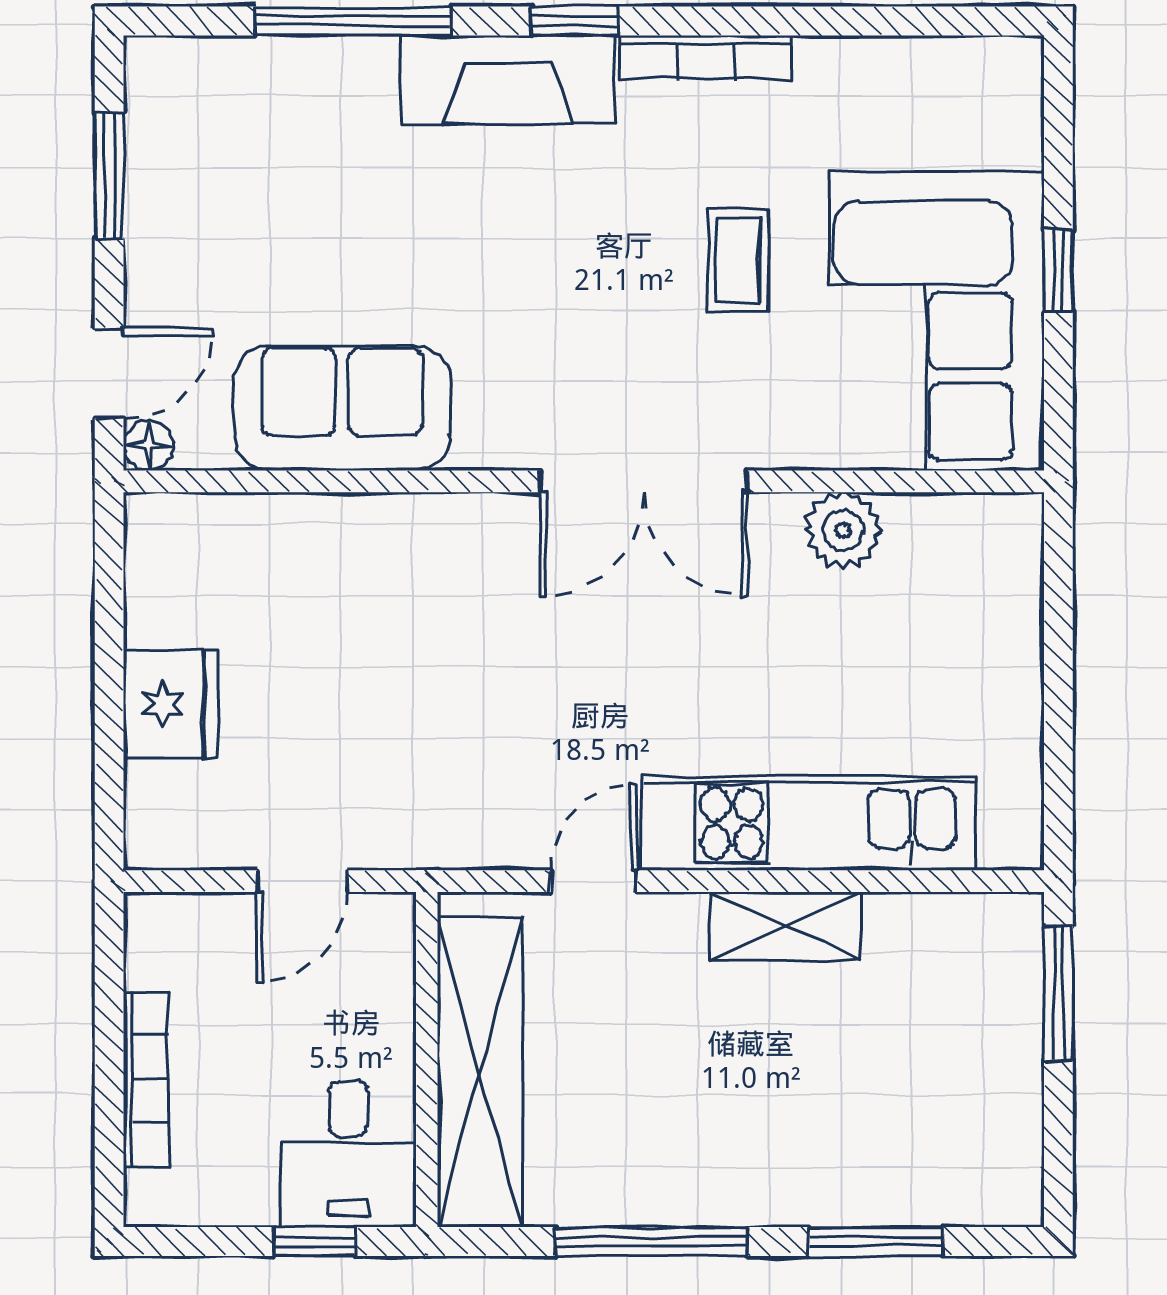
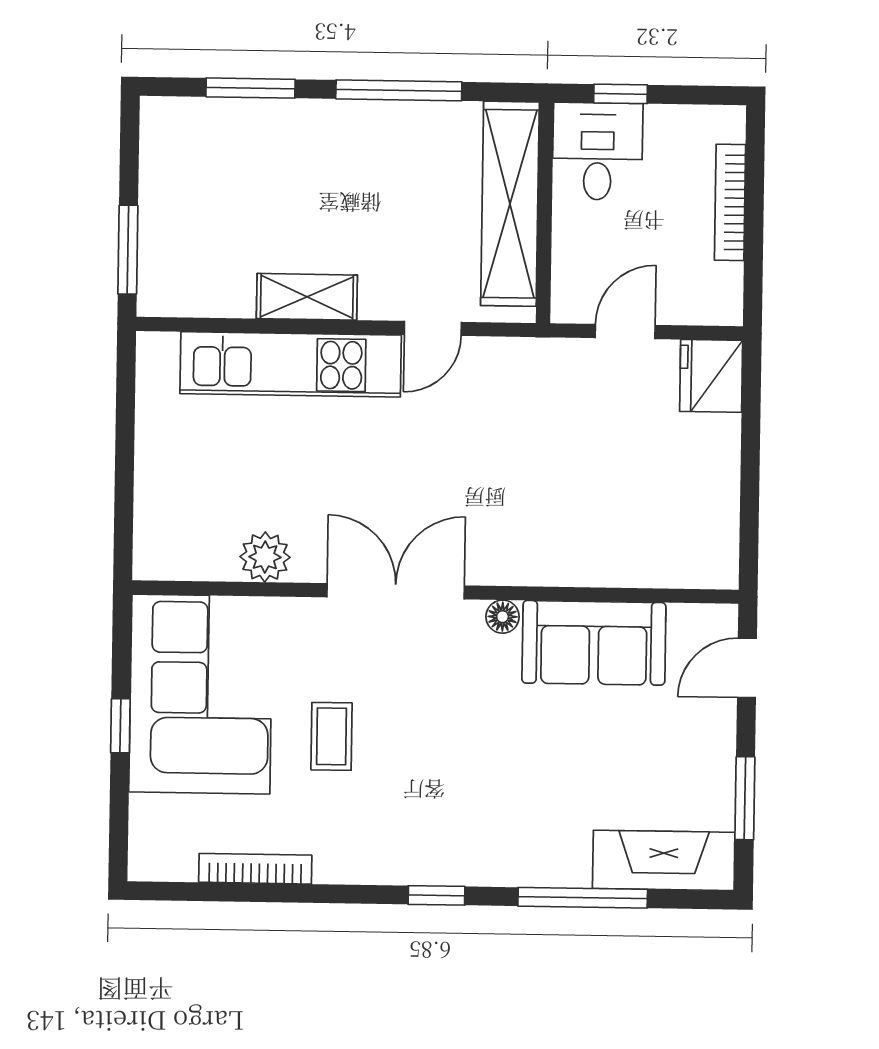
bookcase: (706, 57) -> (255, 869), moved
fireplace: (507, 79) -> (664, 860), moved
floor lamp: (149, 446) -> (503, 617), moved
fridge: (170, 704) -> (711, 376), moved

